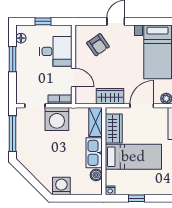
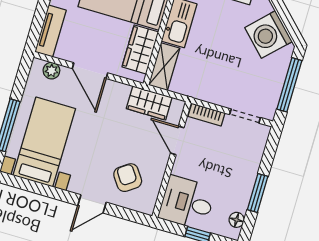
desk: (56, 51) -> (187, 203), moved
wardrobe: (110, 96) -> (149, 103), moved
door: (142, 106) -> (90, 71), hinge flipped
washing machine: (57, 119) -> (268, 35), moved, turned -135

